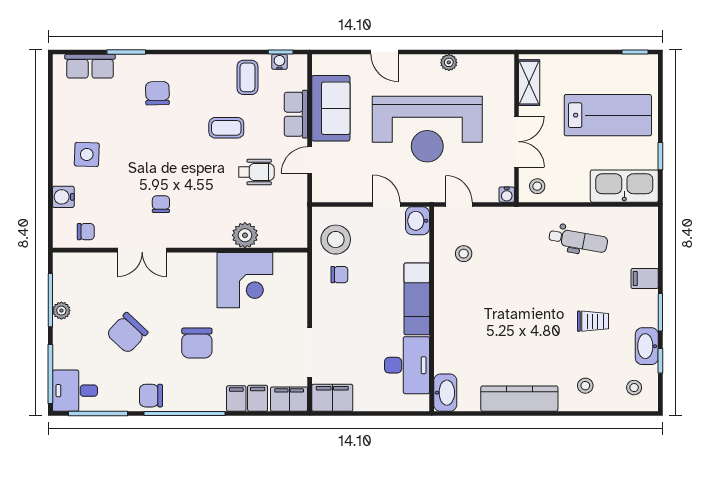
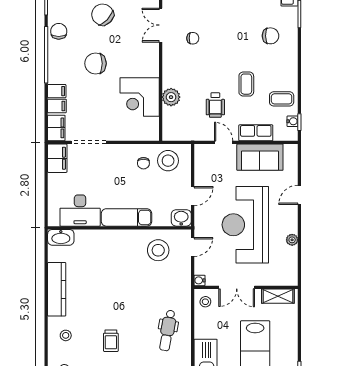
stool: (464, 254) -> (158, 250), width x1.89, depth x1.89

